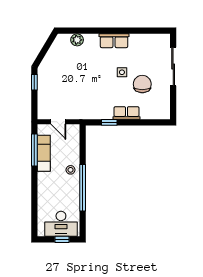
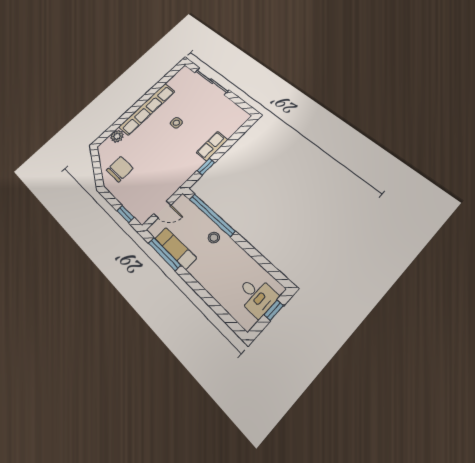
row of seats: (114, 41) -> (147, 109), width x2.02
window: (34, 82) -> (125, 214), moved
chair: (142, 84) -> (120, 169), moved, turned 90
window: (83, 188) -> (212, 215), moved
desk: (61, 224) -> (257, 296), width x0.73

